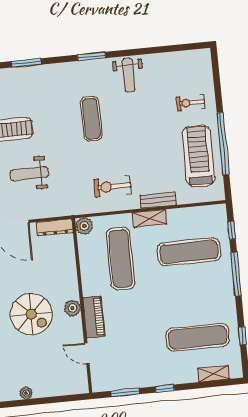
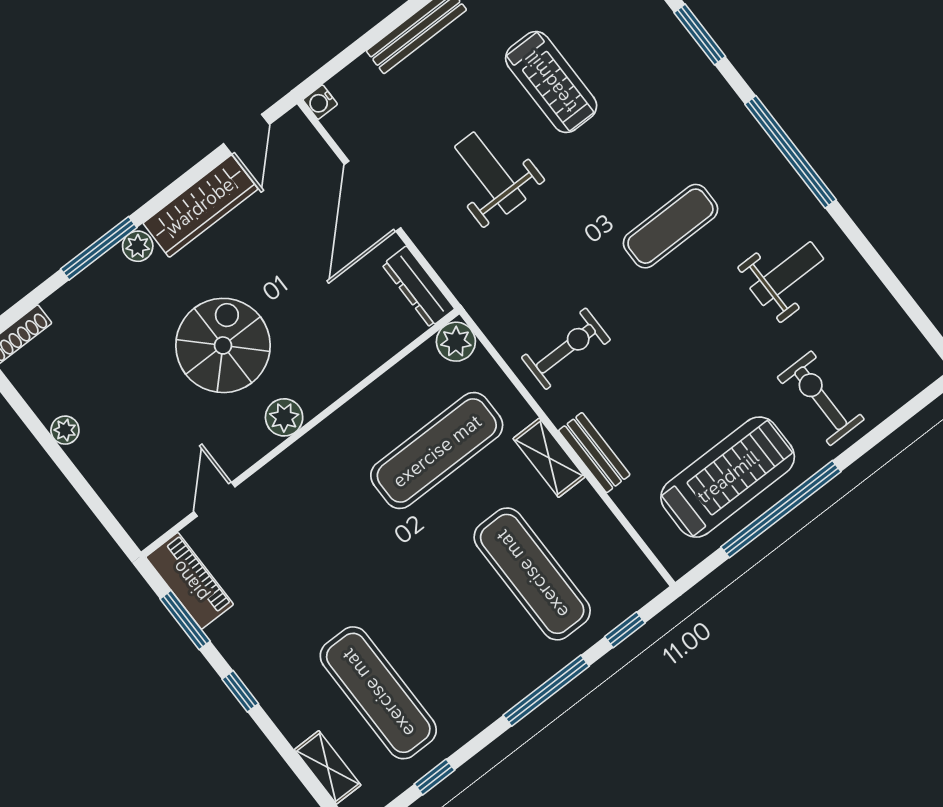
window: (91, 56) -> (791, 152), width x2.11
weight bench: (129, 75) -> (787, 274), moved, turned 180
exercise bike: (191, 103) -> (821, 398), width x1.38, depth x1.39
exercise bike: (113, 187) -> (566, 349), turned 90
spiral stairs: (31, 314) -> (223, 345), turned 180
piano: (94, 317) -> (190, 581), moved, turned -90

